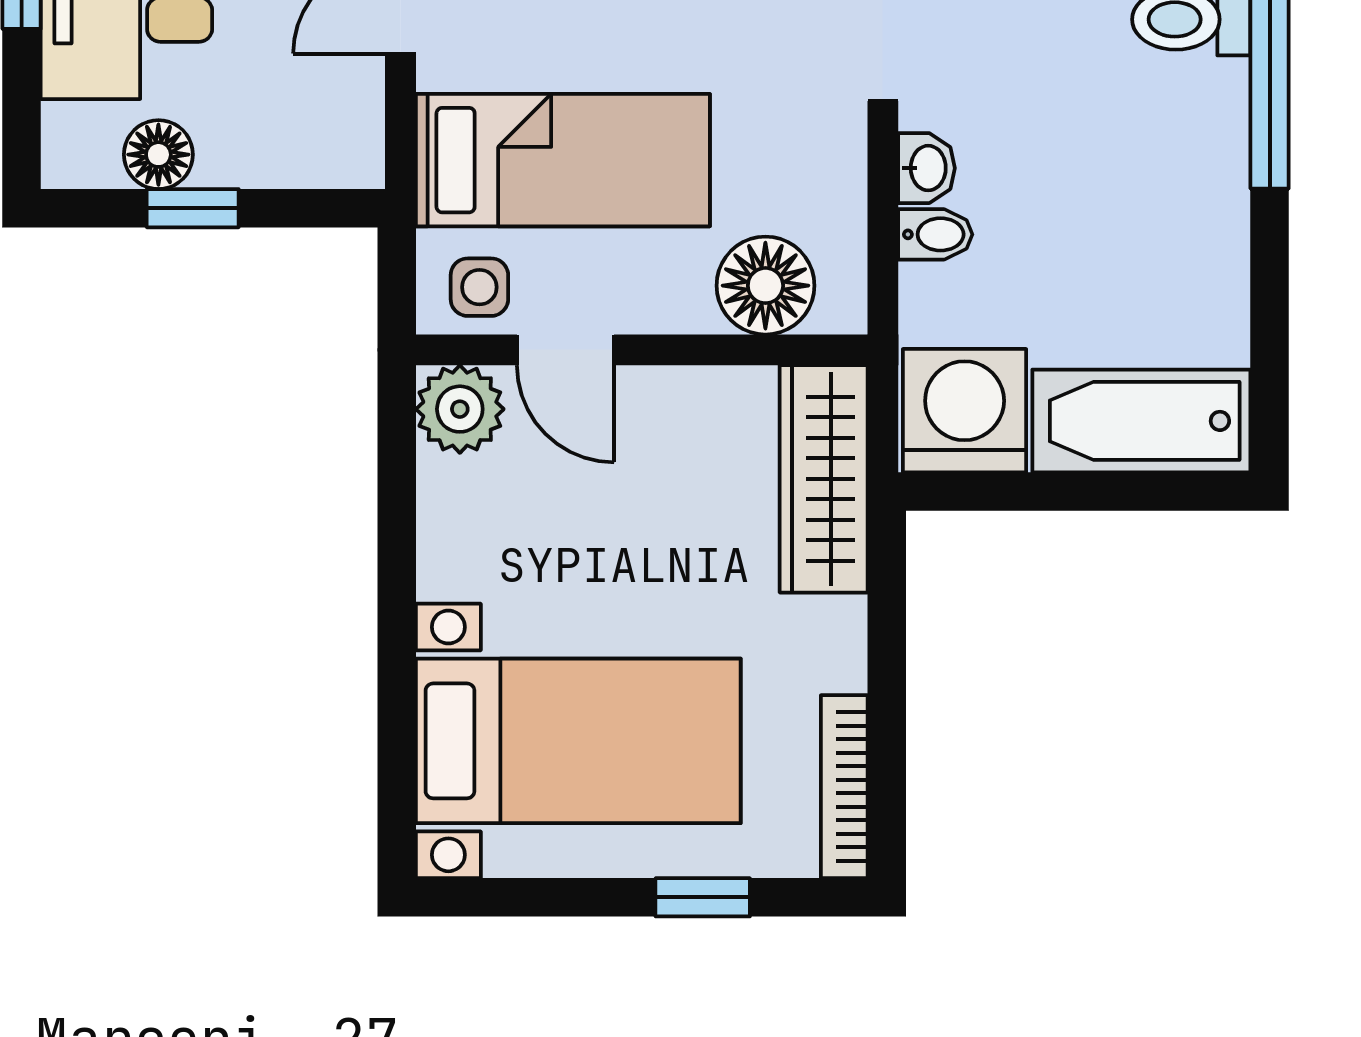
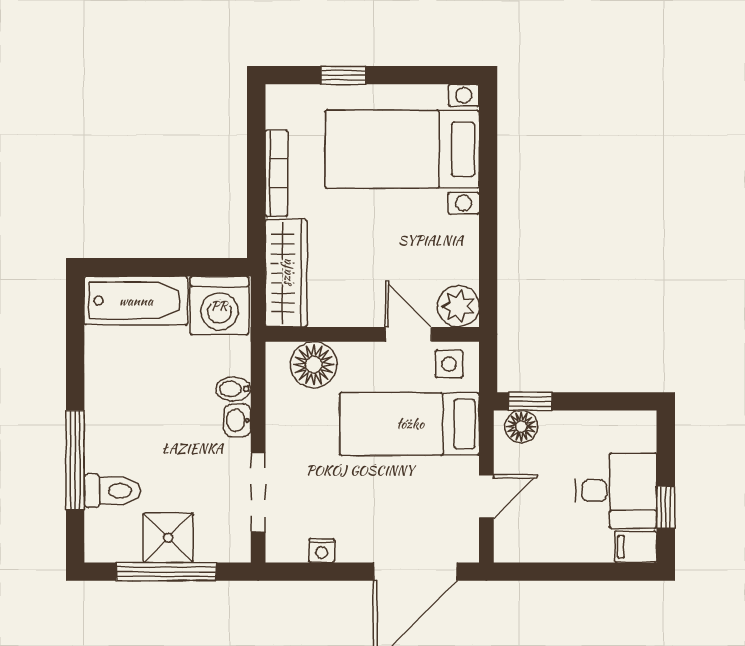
floor lamp: (158, 155) -> (521, 427), moved
window: (193, 208) -> (530, 401), moved
bookcase: (844, 787) -> (276, 173), moved

